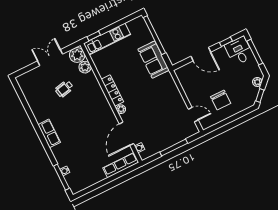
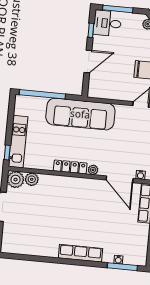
sofa: (154, 60) -> (80, 114), width x1.85, depth x1.27
wheelchair: (64, 89) -> (40, 212), removed
row of seats: (49, 133) -> (80, 253), width x1.48

